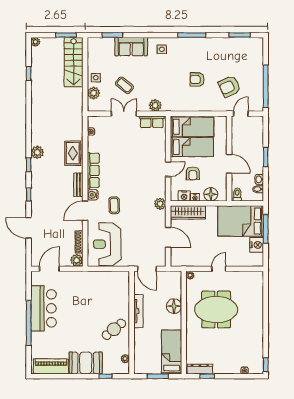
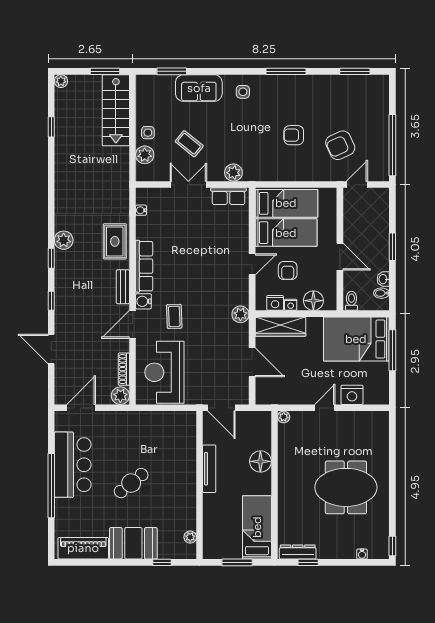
nightstand: (257, 245) -> (352, 395), moved, turned 90
meeting table: (216, 310) -> (346, 487), moved
cafe table: (114, 329) -> (131, 483), moved

